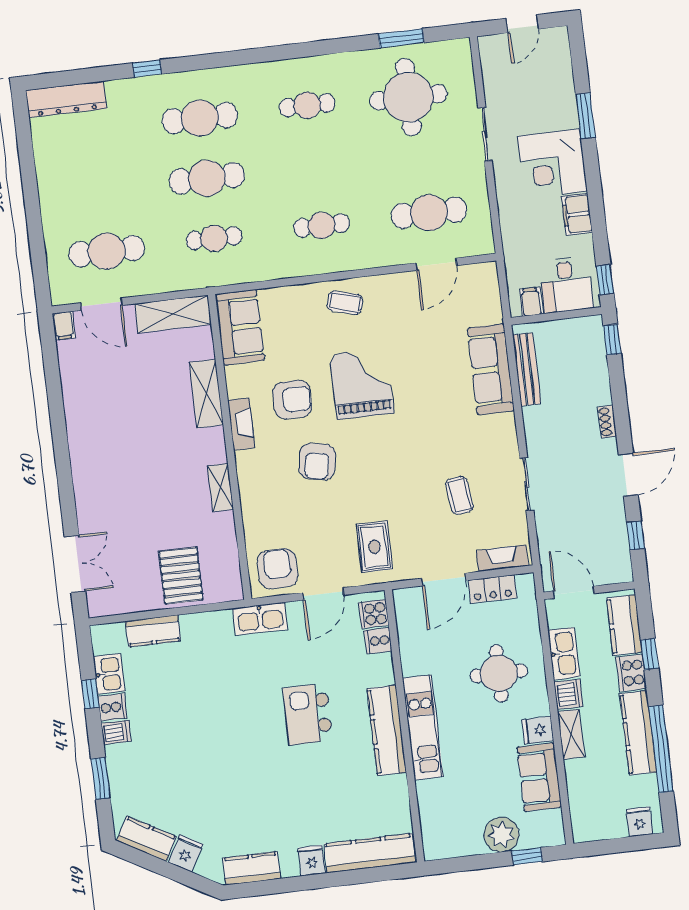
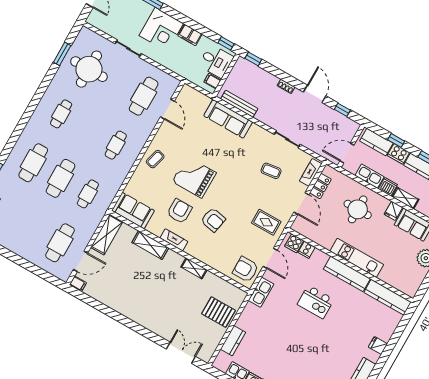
kitchen counter: (370, 853) -> (388, 297), moved, turned -90

